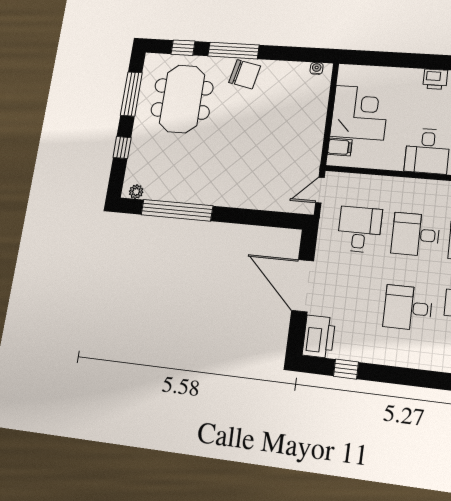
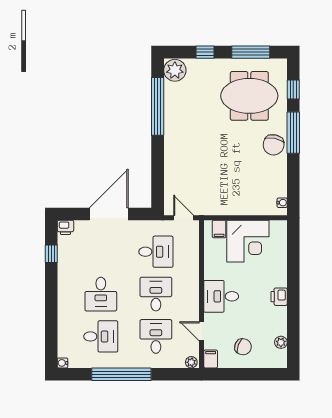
plant: (136, 192) -> (175, 70), width x1.87, depth x1.87
desk: (408, 308) -> (101, 294), turned 180
printer: (319, 337) -> (65, 227), width x0.53, depth x0.68

